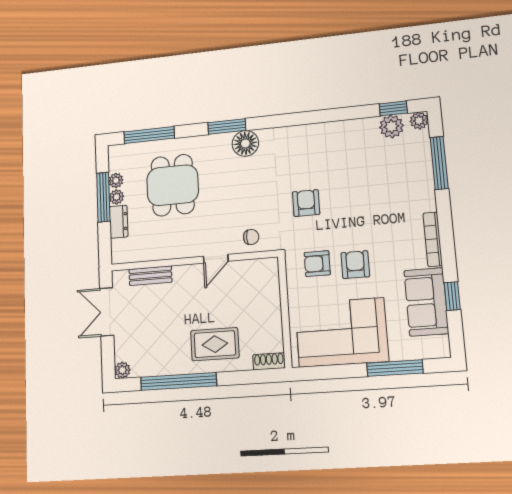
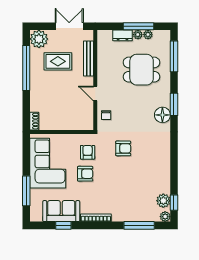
bench: (150, 276) -> (88, 58), width x1.36
rug: (215, 344) -> (58, 61), moved, turned 90
plant: (122, 370) -> (39, 39), width x1.87, depth x1.87

